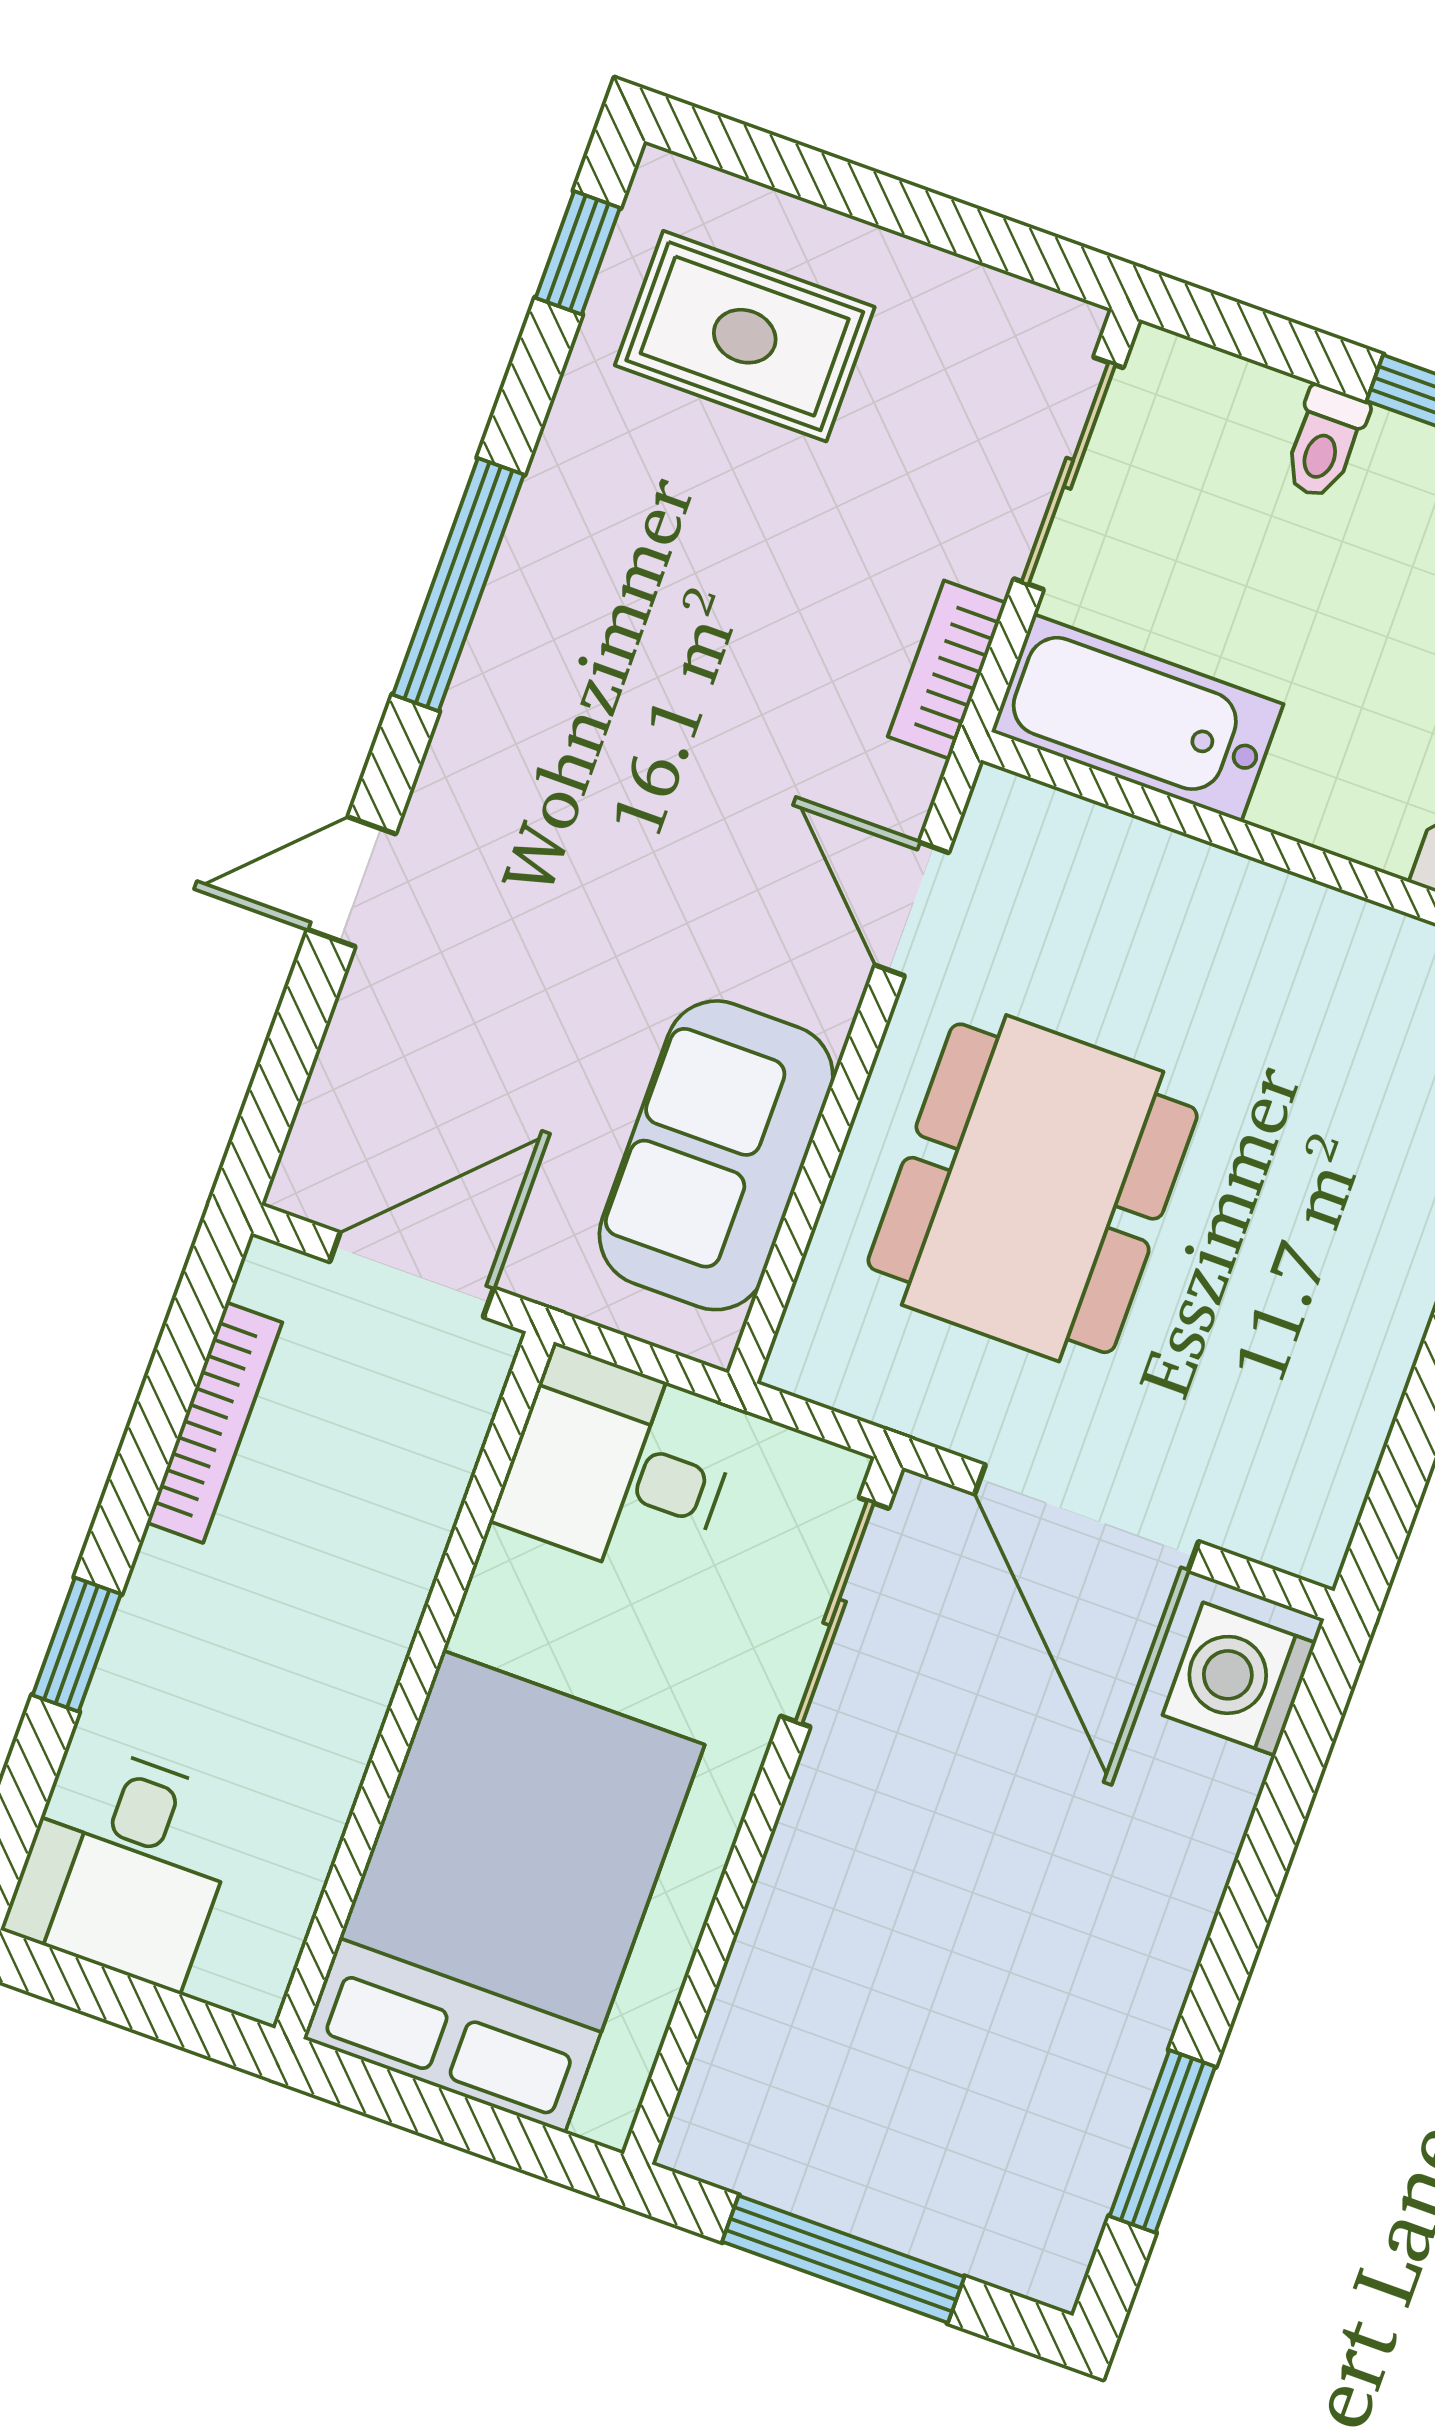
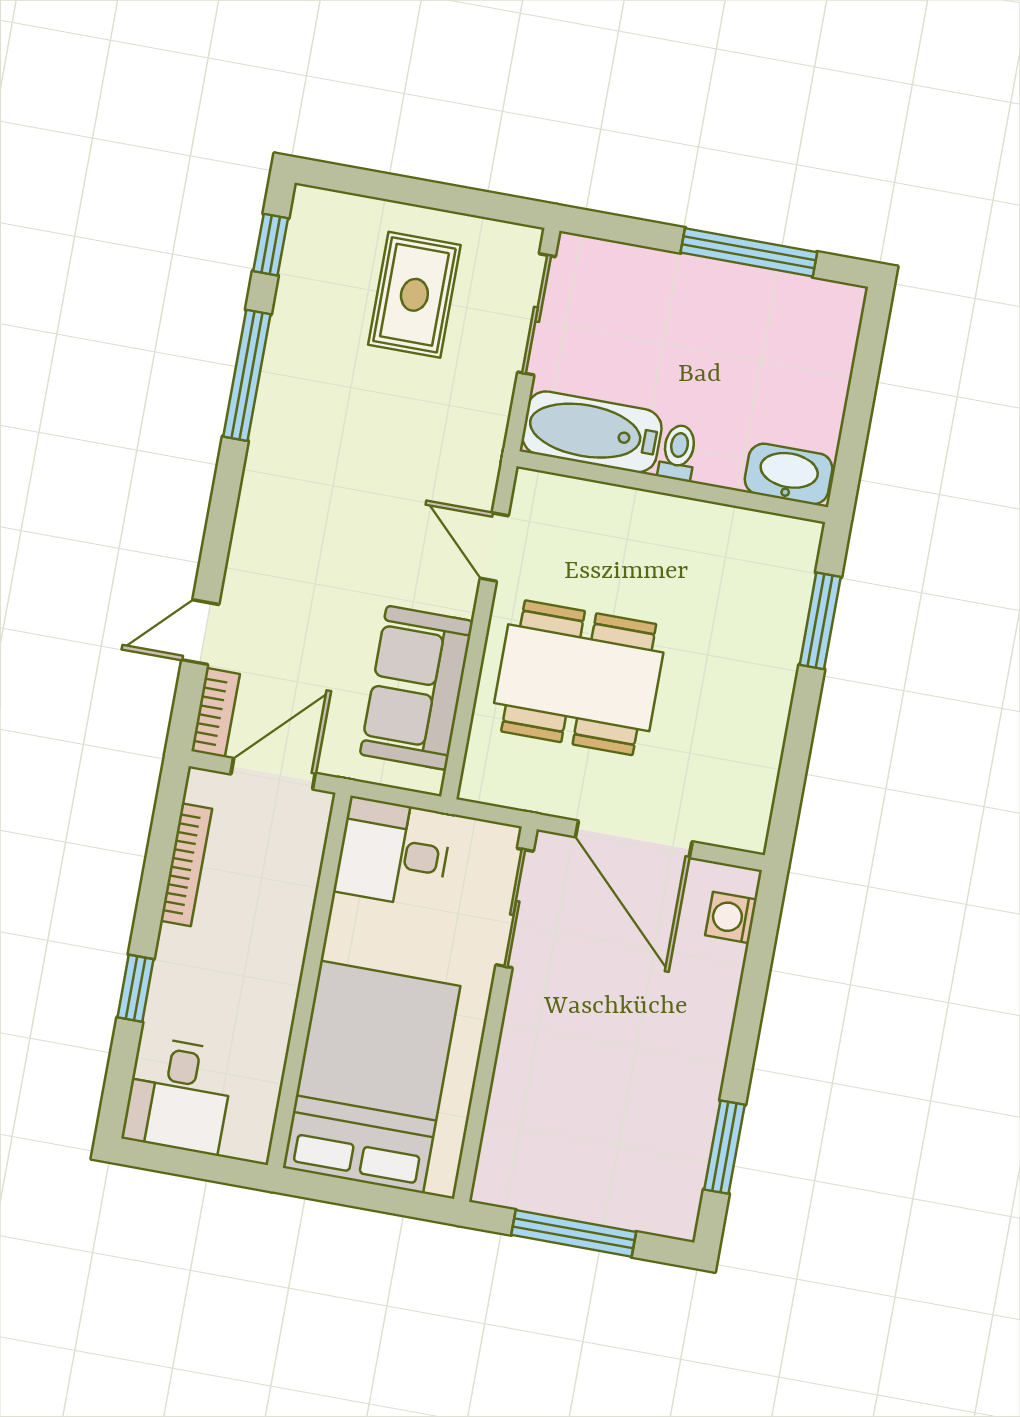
rug: (745, 336) -> (414, 295), moved, turned 90
toilet: (1325, 442) -> (678, 452), moved, turned 180
window: (458, 585) -> (247, 375), moved
bookcase: (947, 670) -> (216, 712), moved, turned 180
door: (351, 882) -> (200, 632), moved
dining table: (1033, 1188) -> (579, 678), turned 90
washing machine: (1239, 1679) -> (731, 917), width x0.73, depth x0.73

